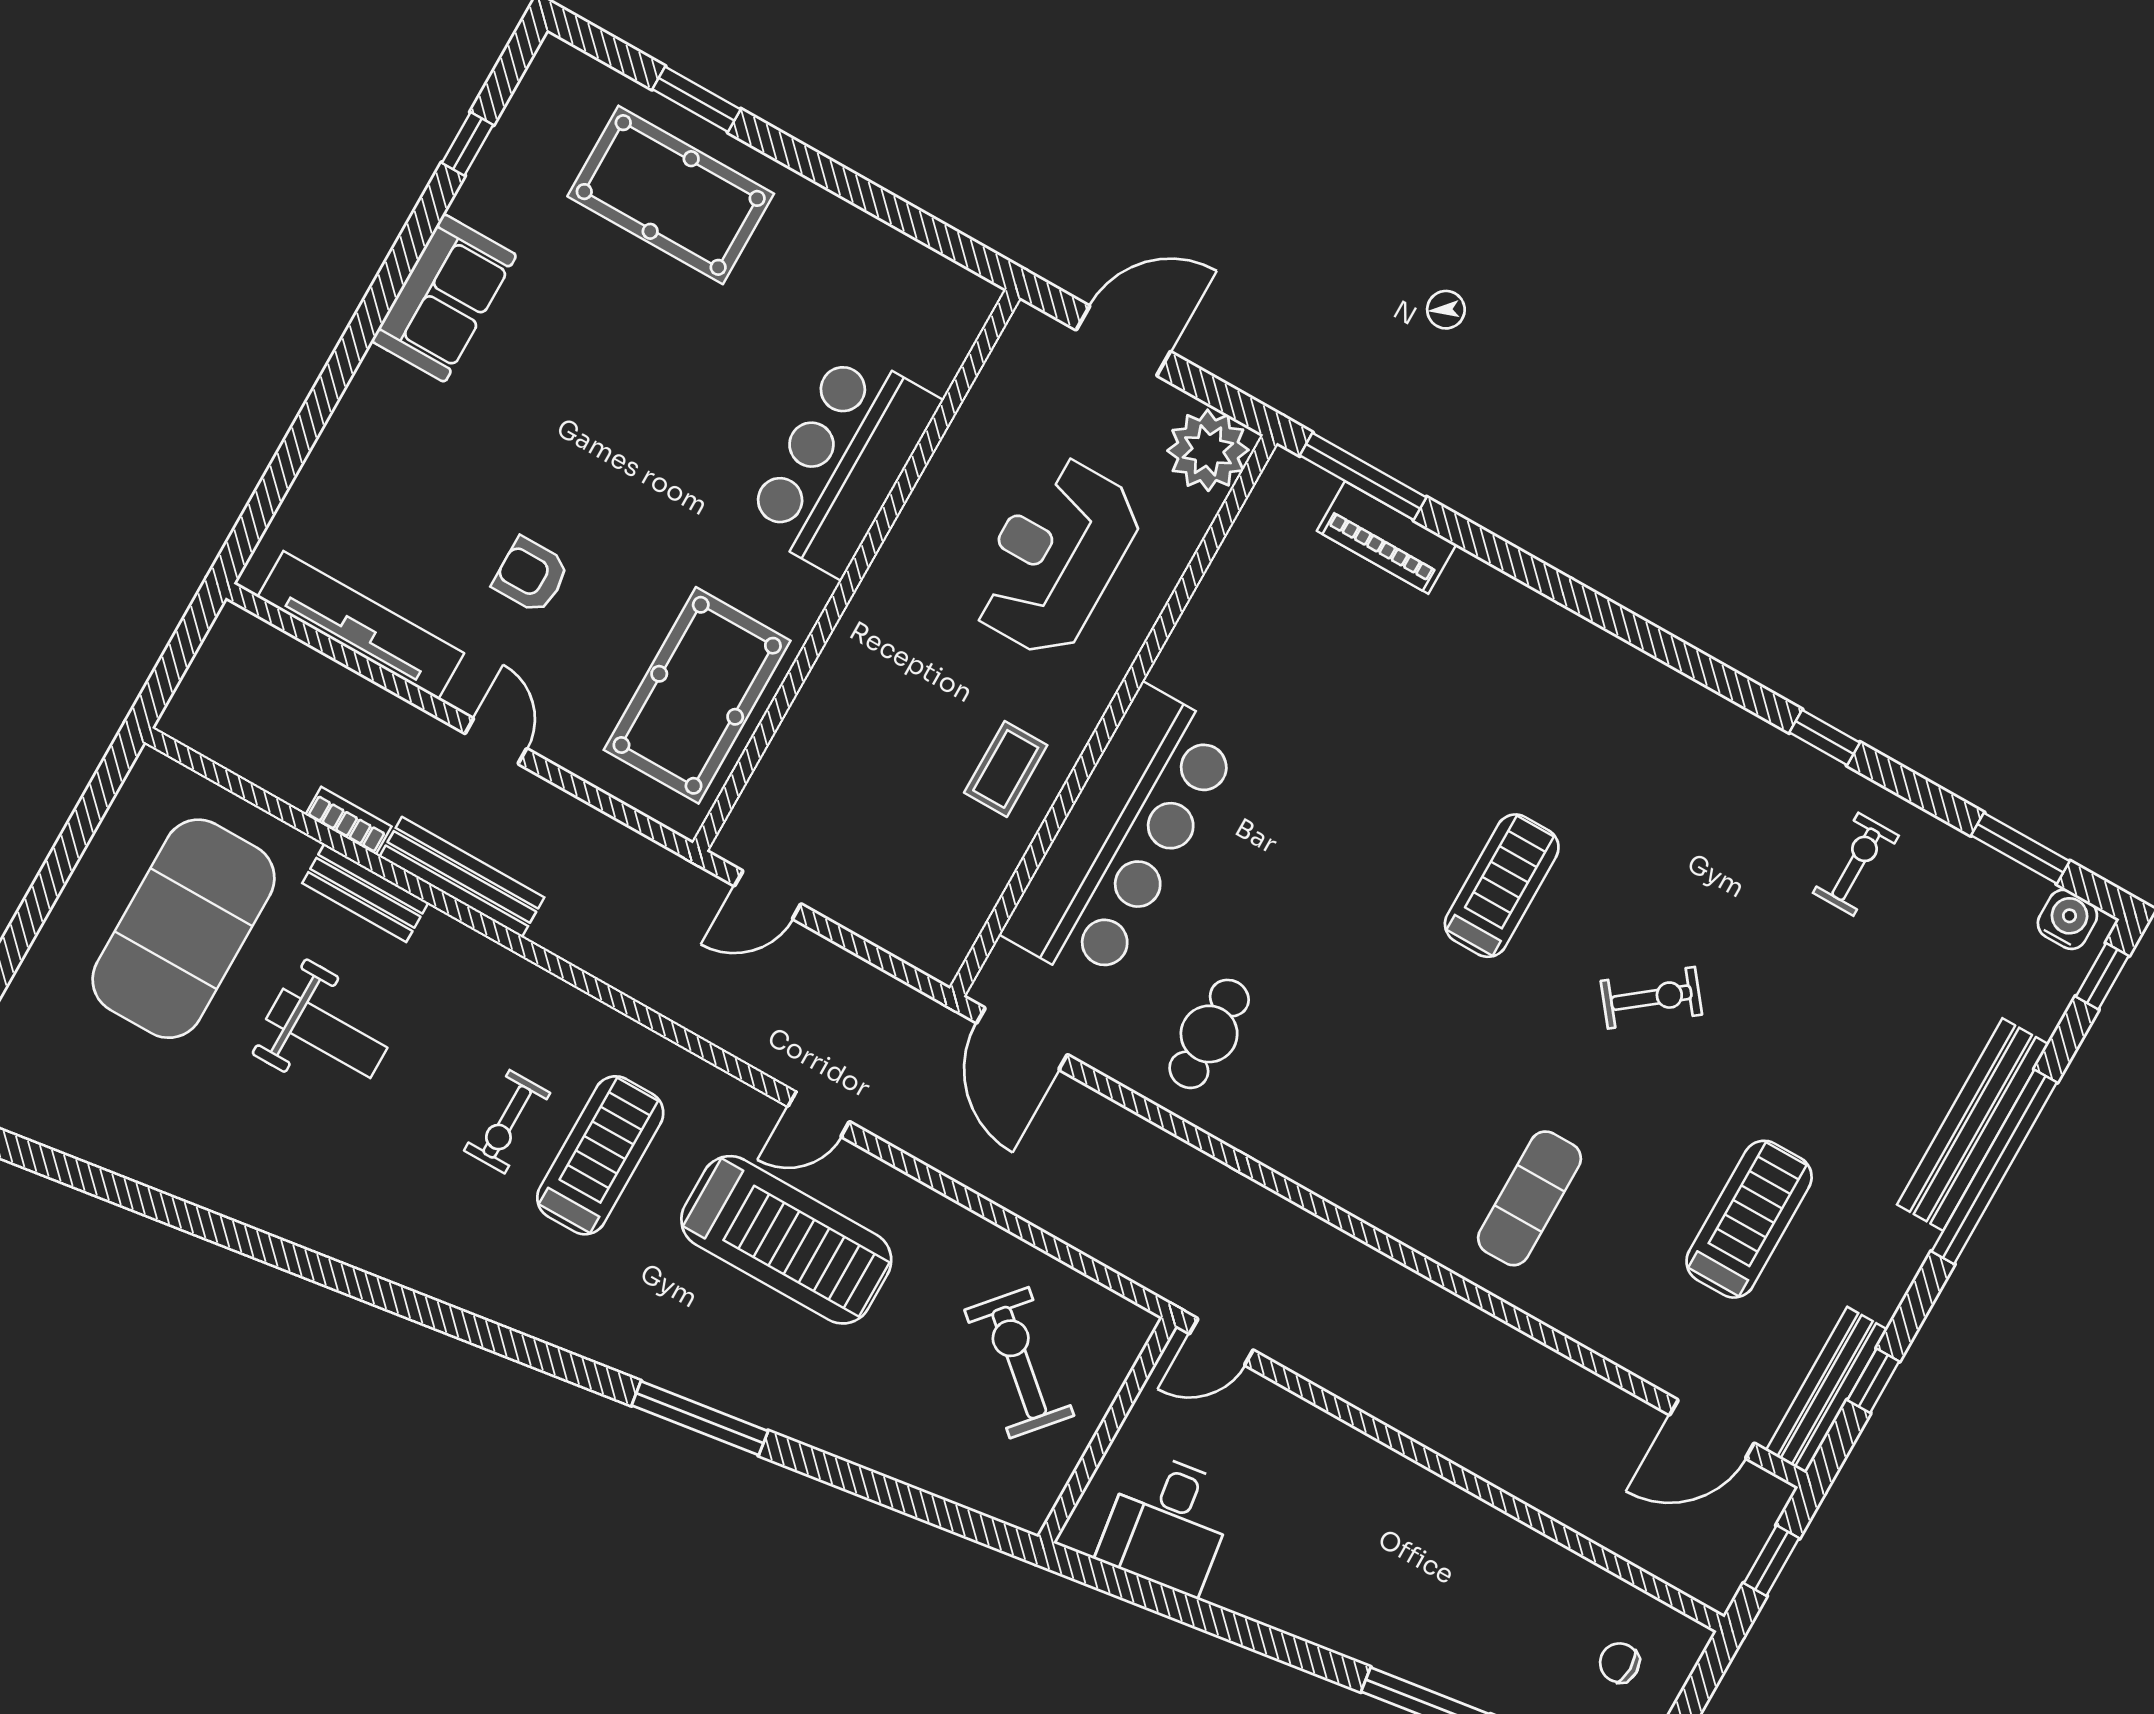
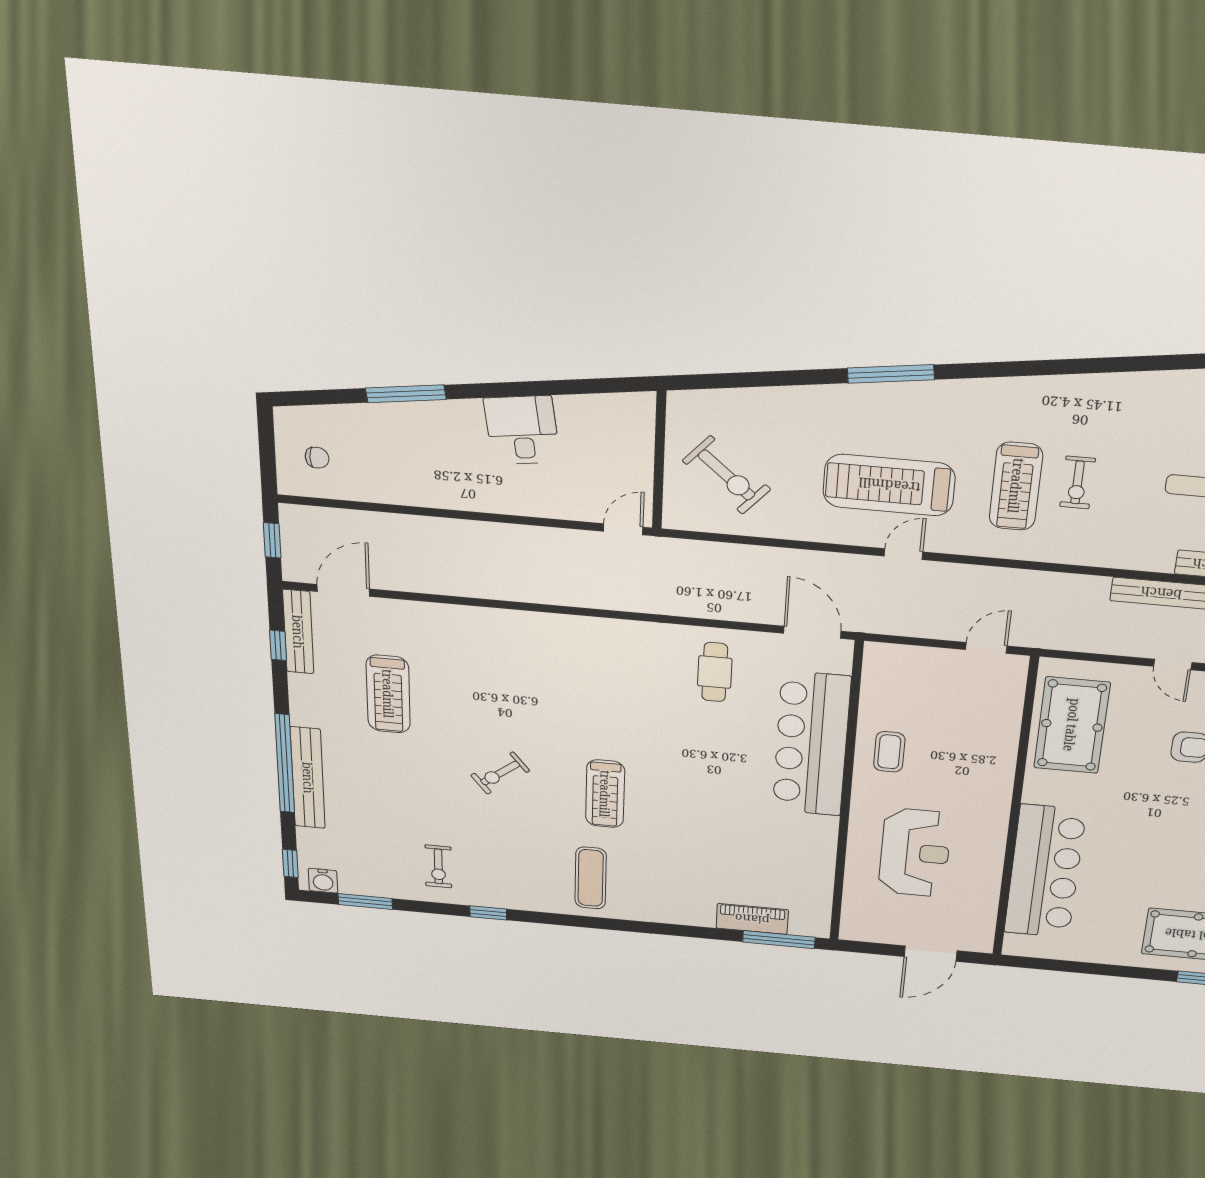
plant: (1208, 450) -> (862, 924), removed
bar counter: (843, 462) -> (1045, 872), width x1.36
exercise bike: (507, 1122) -> (1078, 483), turned 180
exercise mat: (1529, 1198) -> (591, 878), moved
desk: (1167, 1523) -> (522, 430), moved

